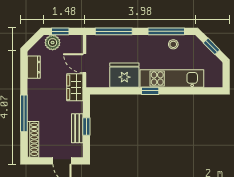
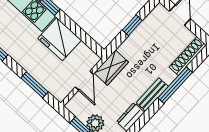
window: (114, 31) -> (34, 85), width x0.69
bench: (77, 128) -> (152, 95), moved

